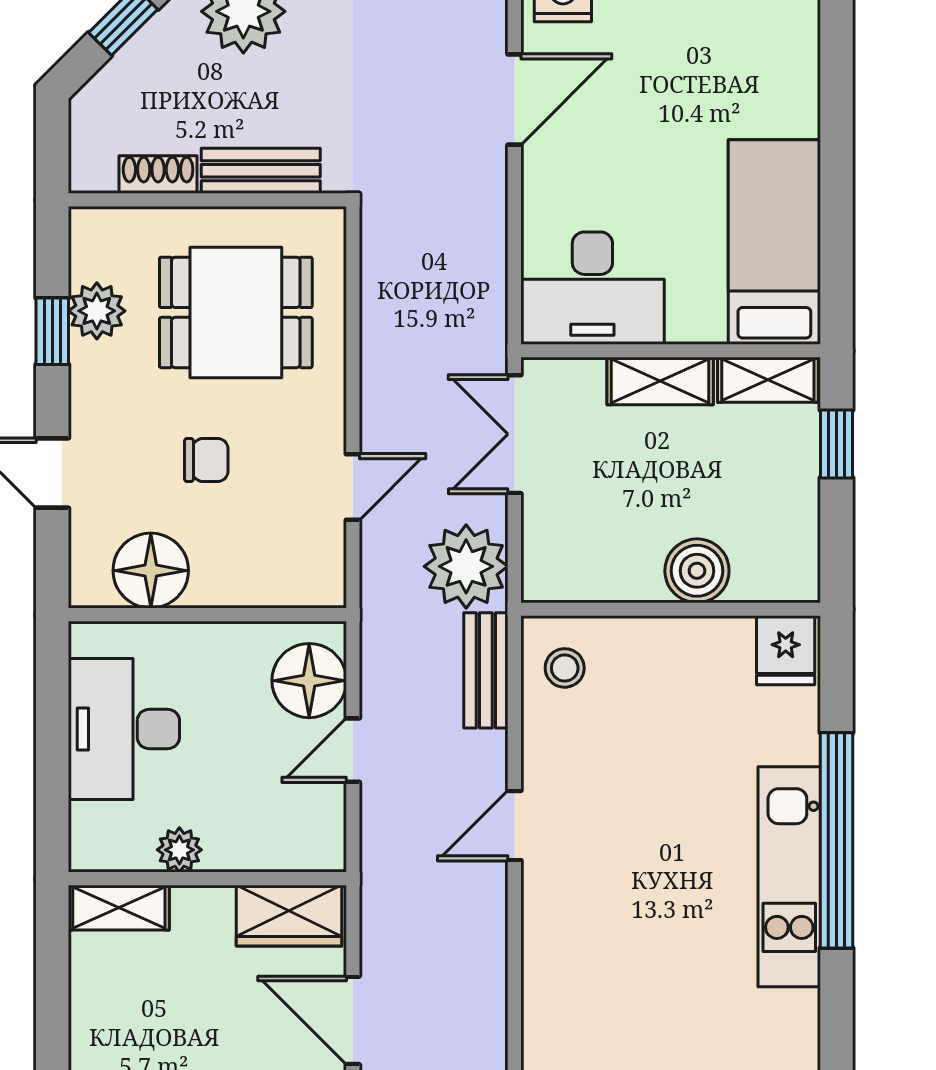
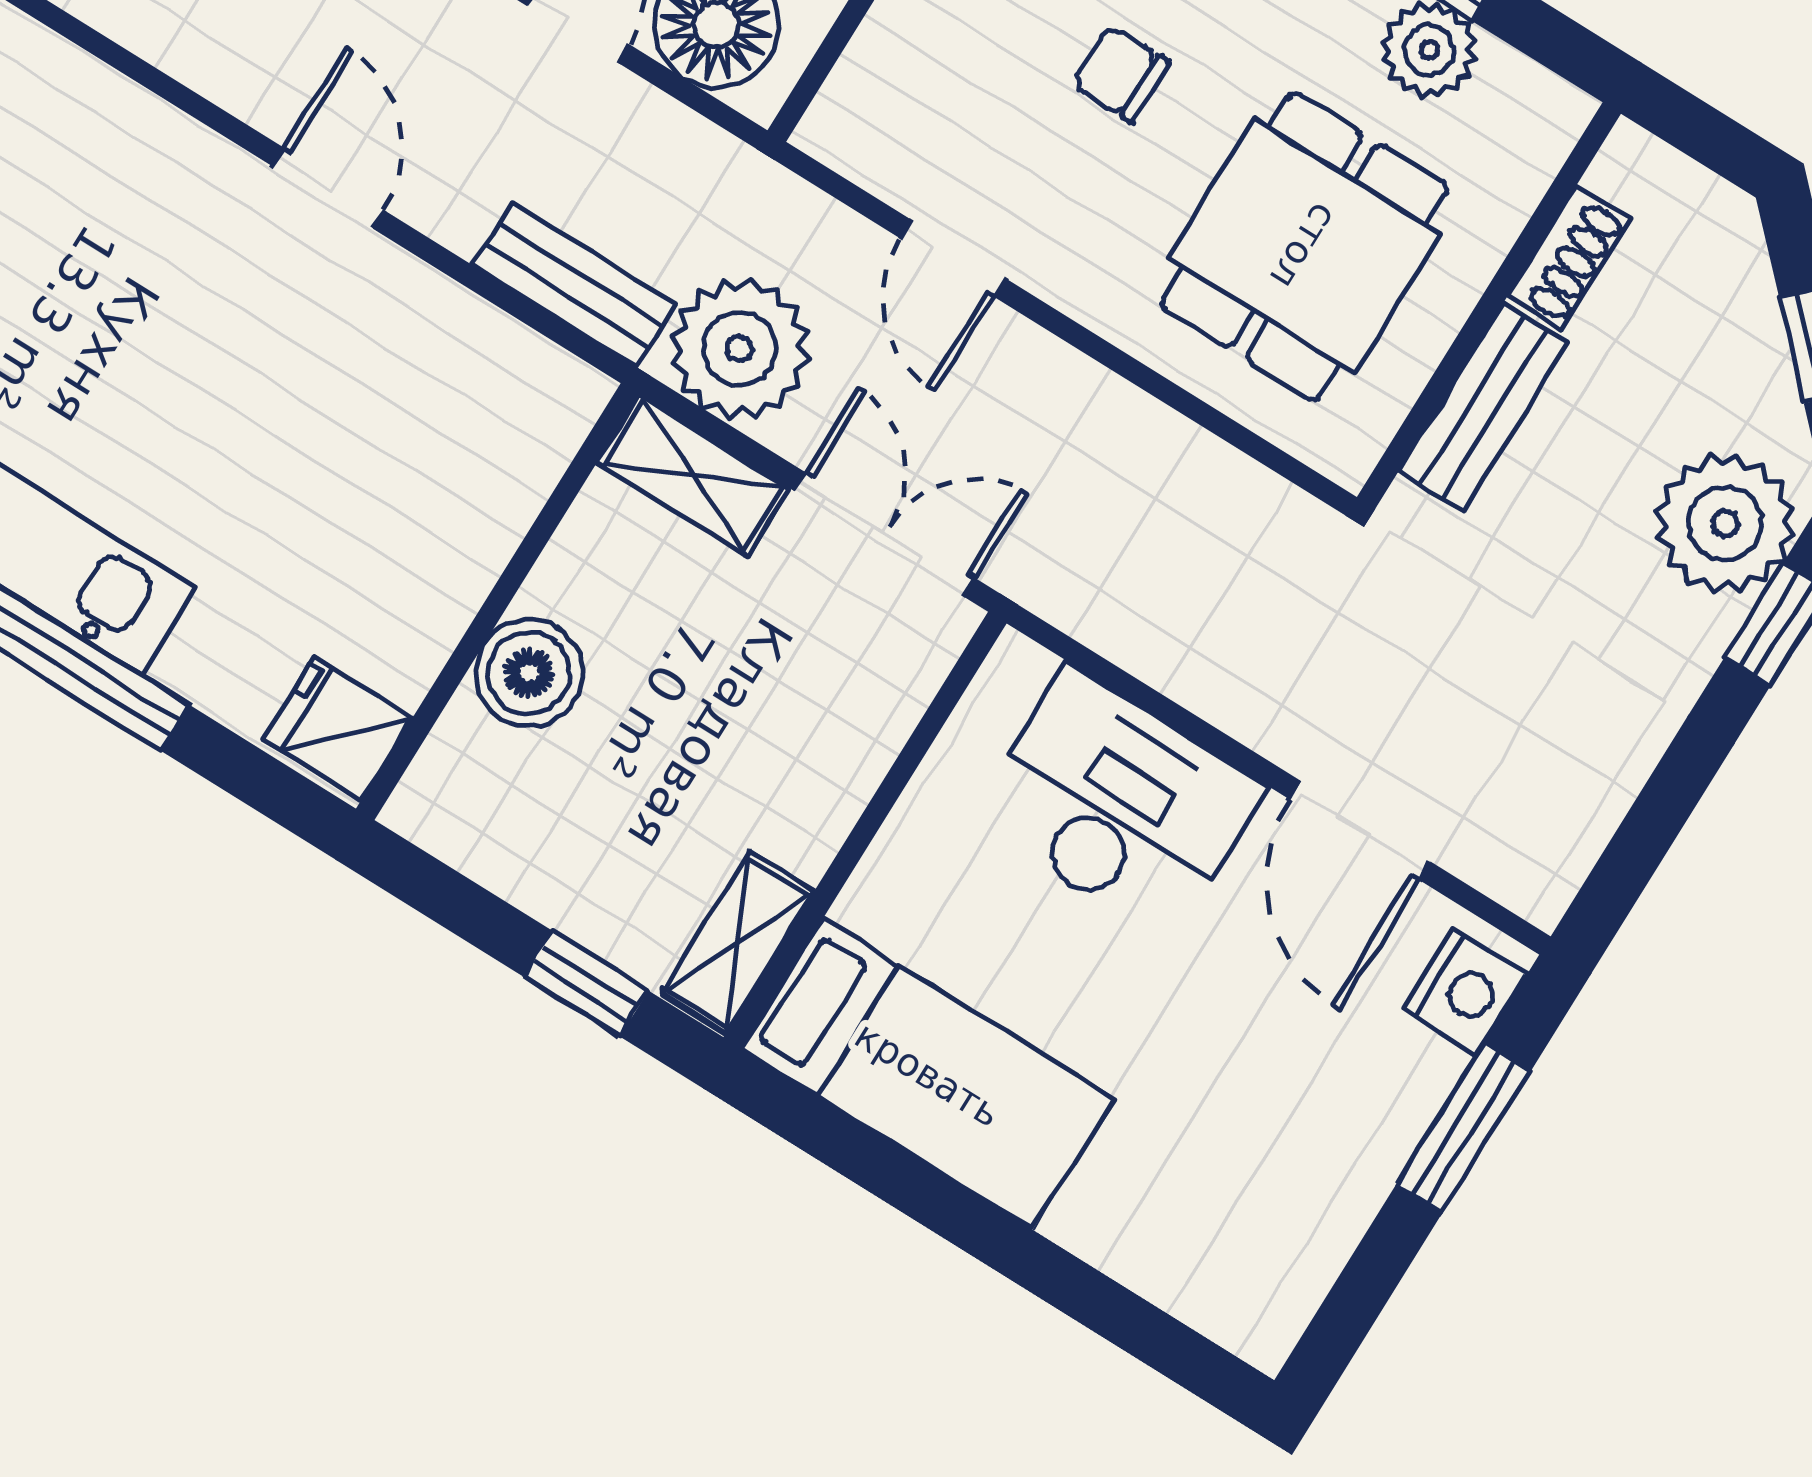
desk: (592, 288) -> (1119, 804), moved, turned 90
shelving: (660, 381) -> (694, 475), moved, turned 90
chair: (206, 460) -> (1120, 74), turned 90
stool: (565, 668) -> (508, 399), removed

